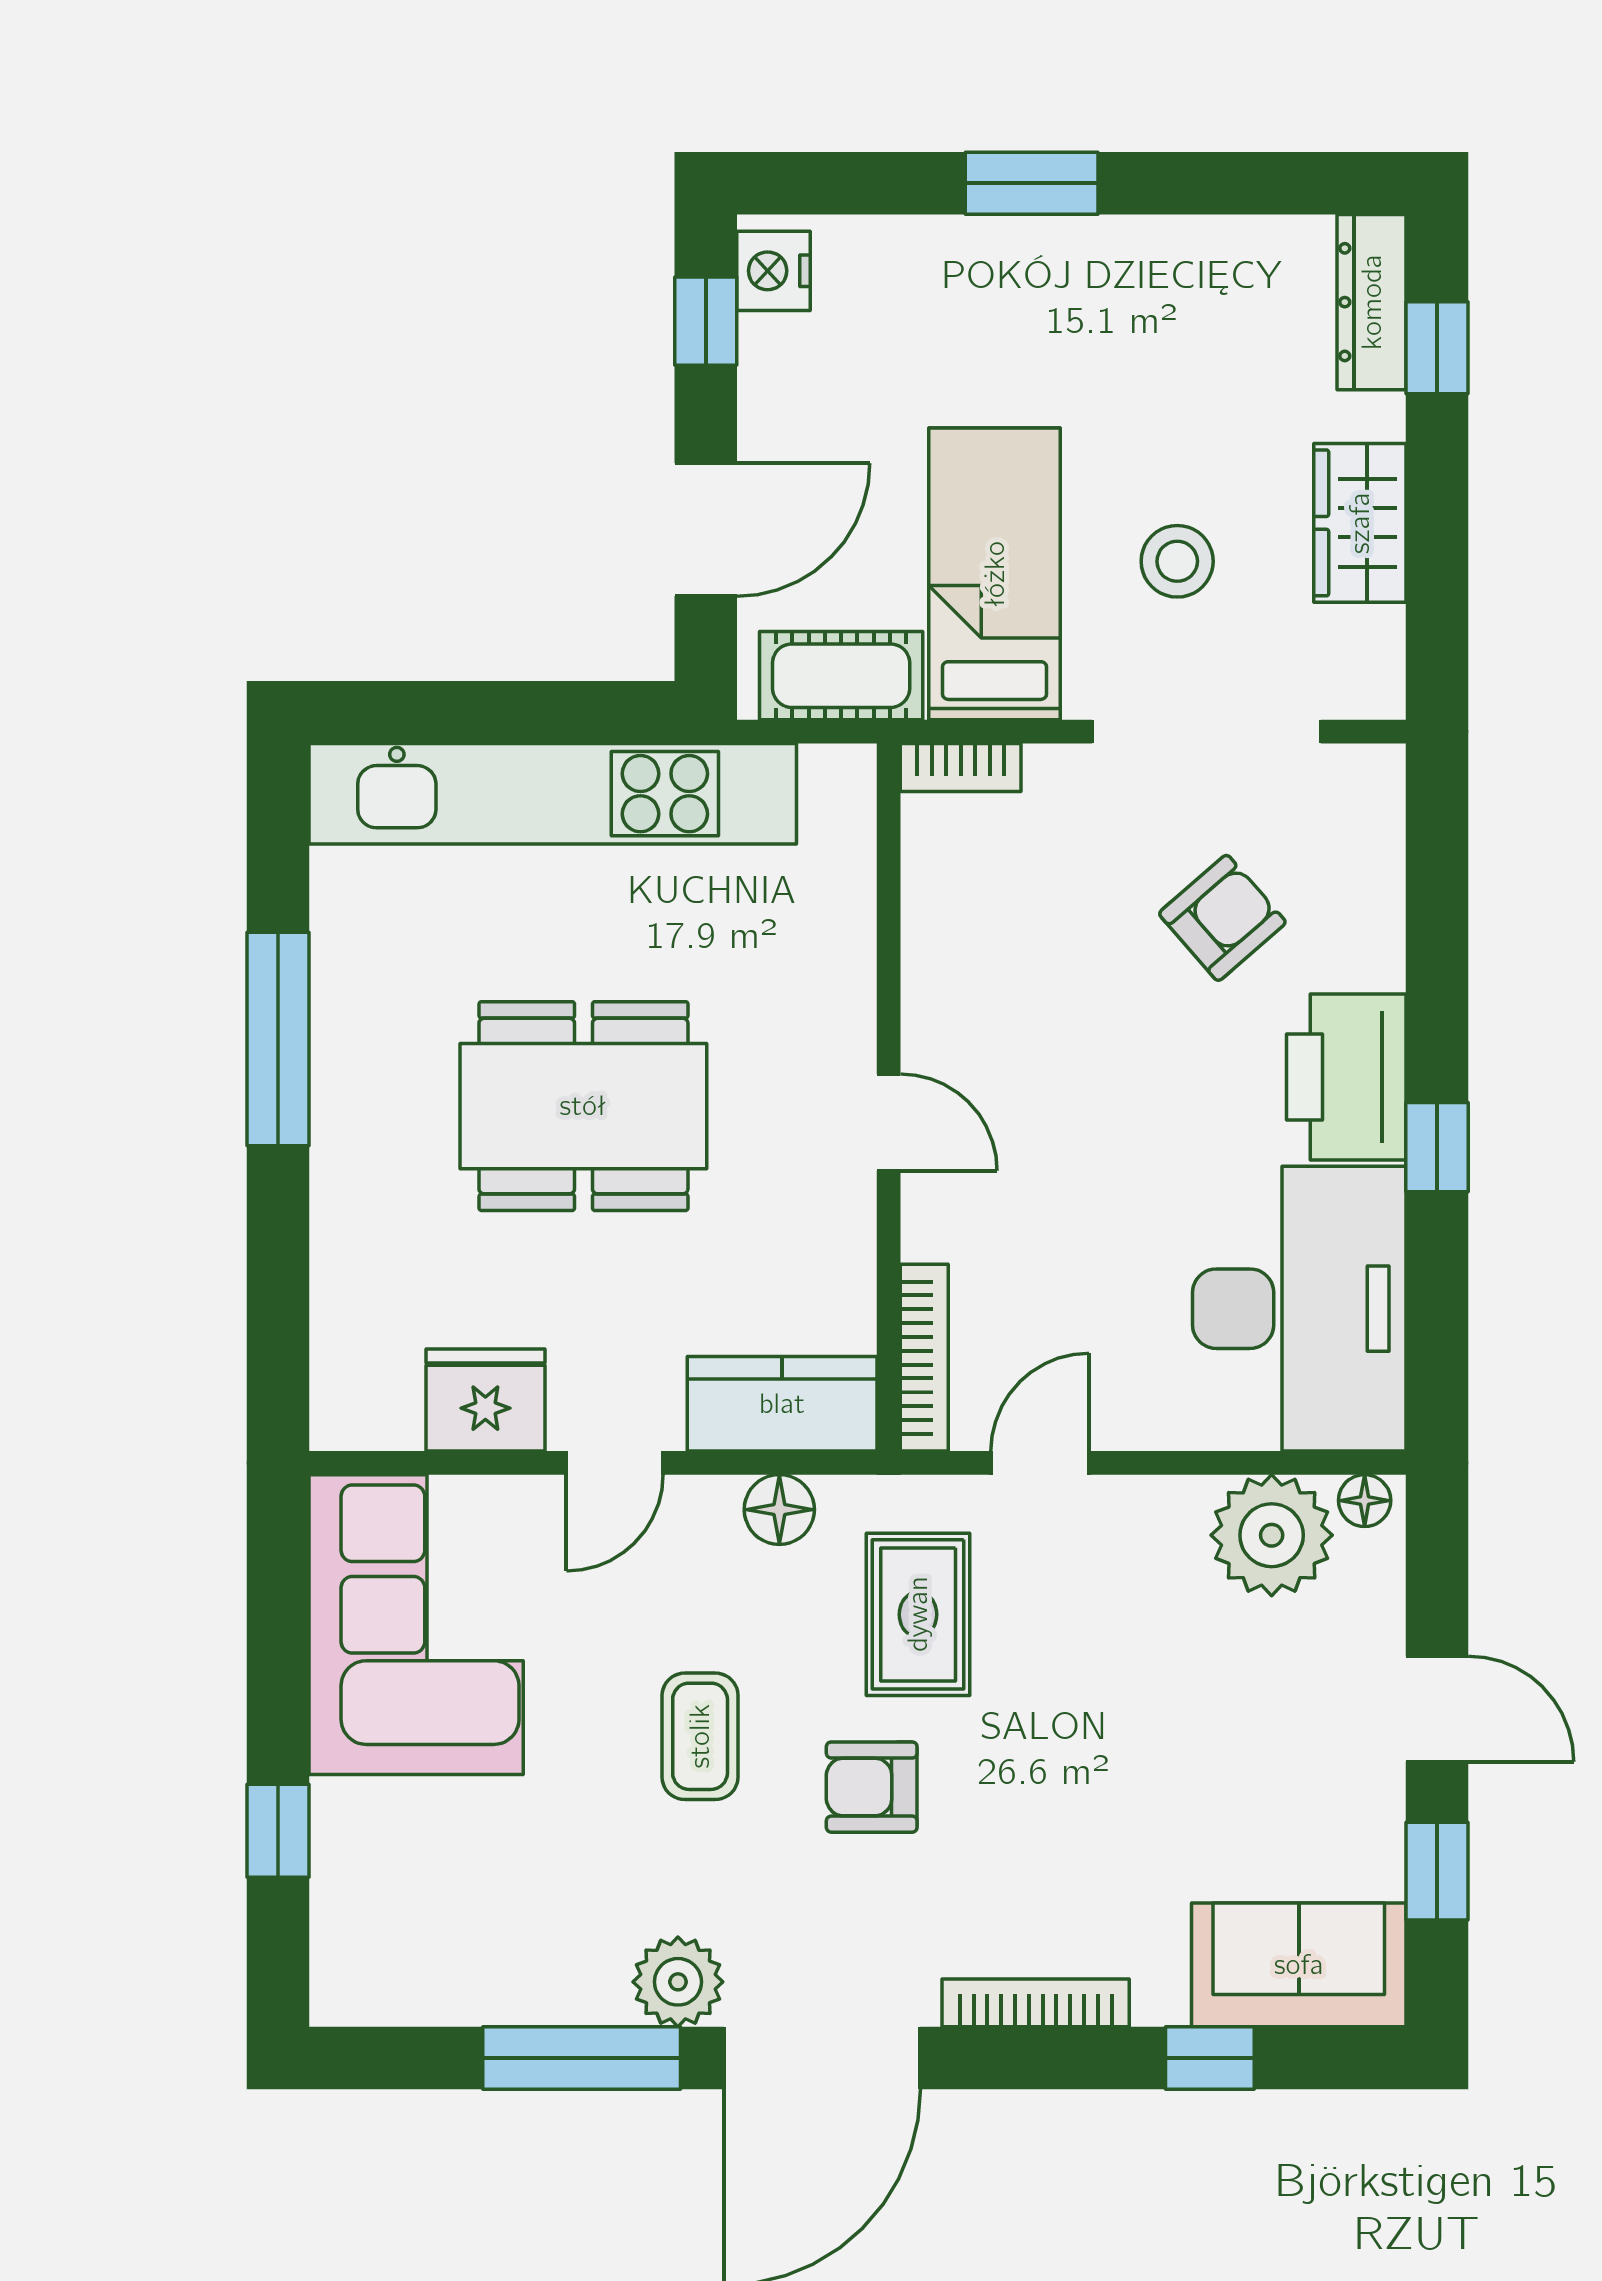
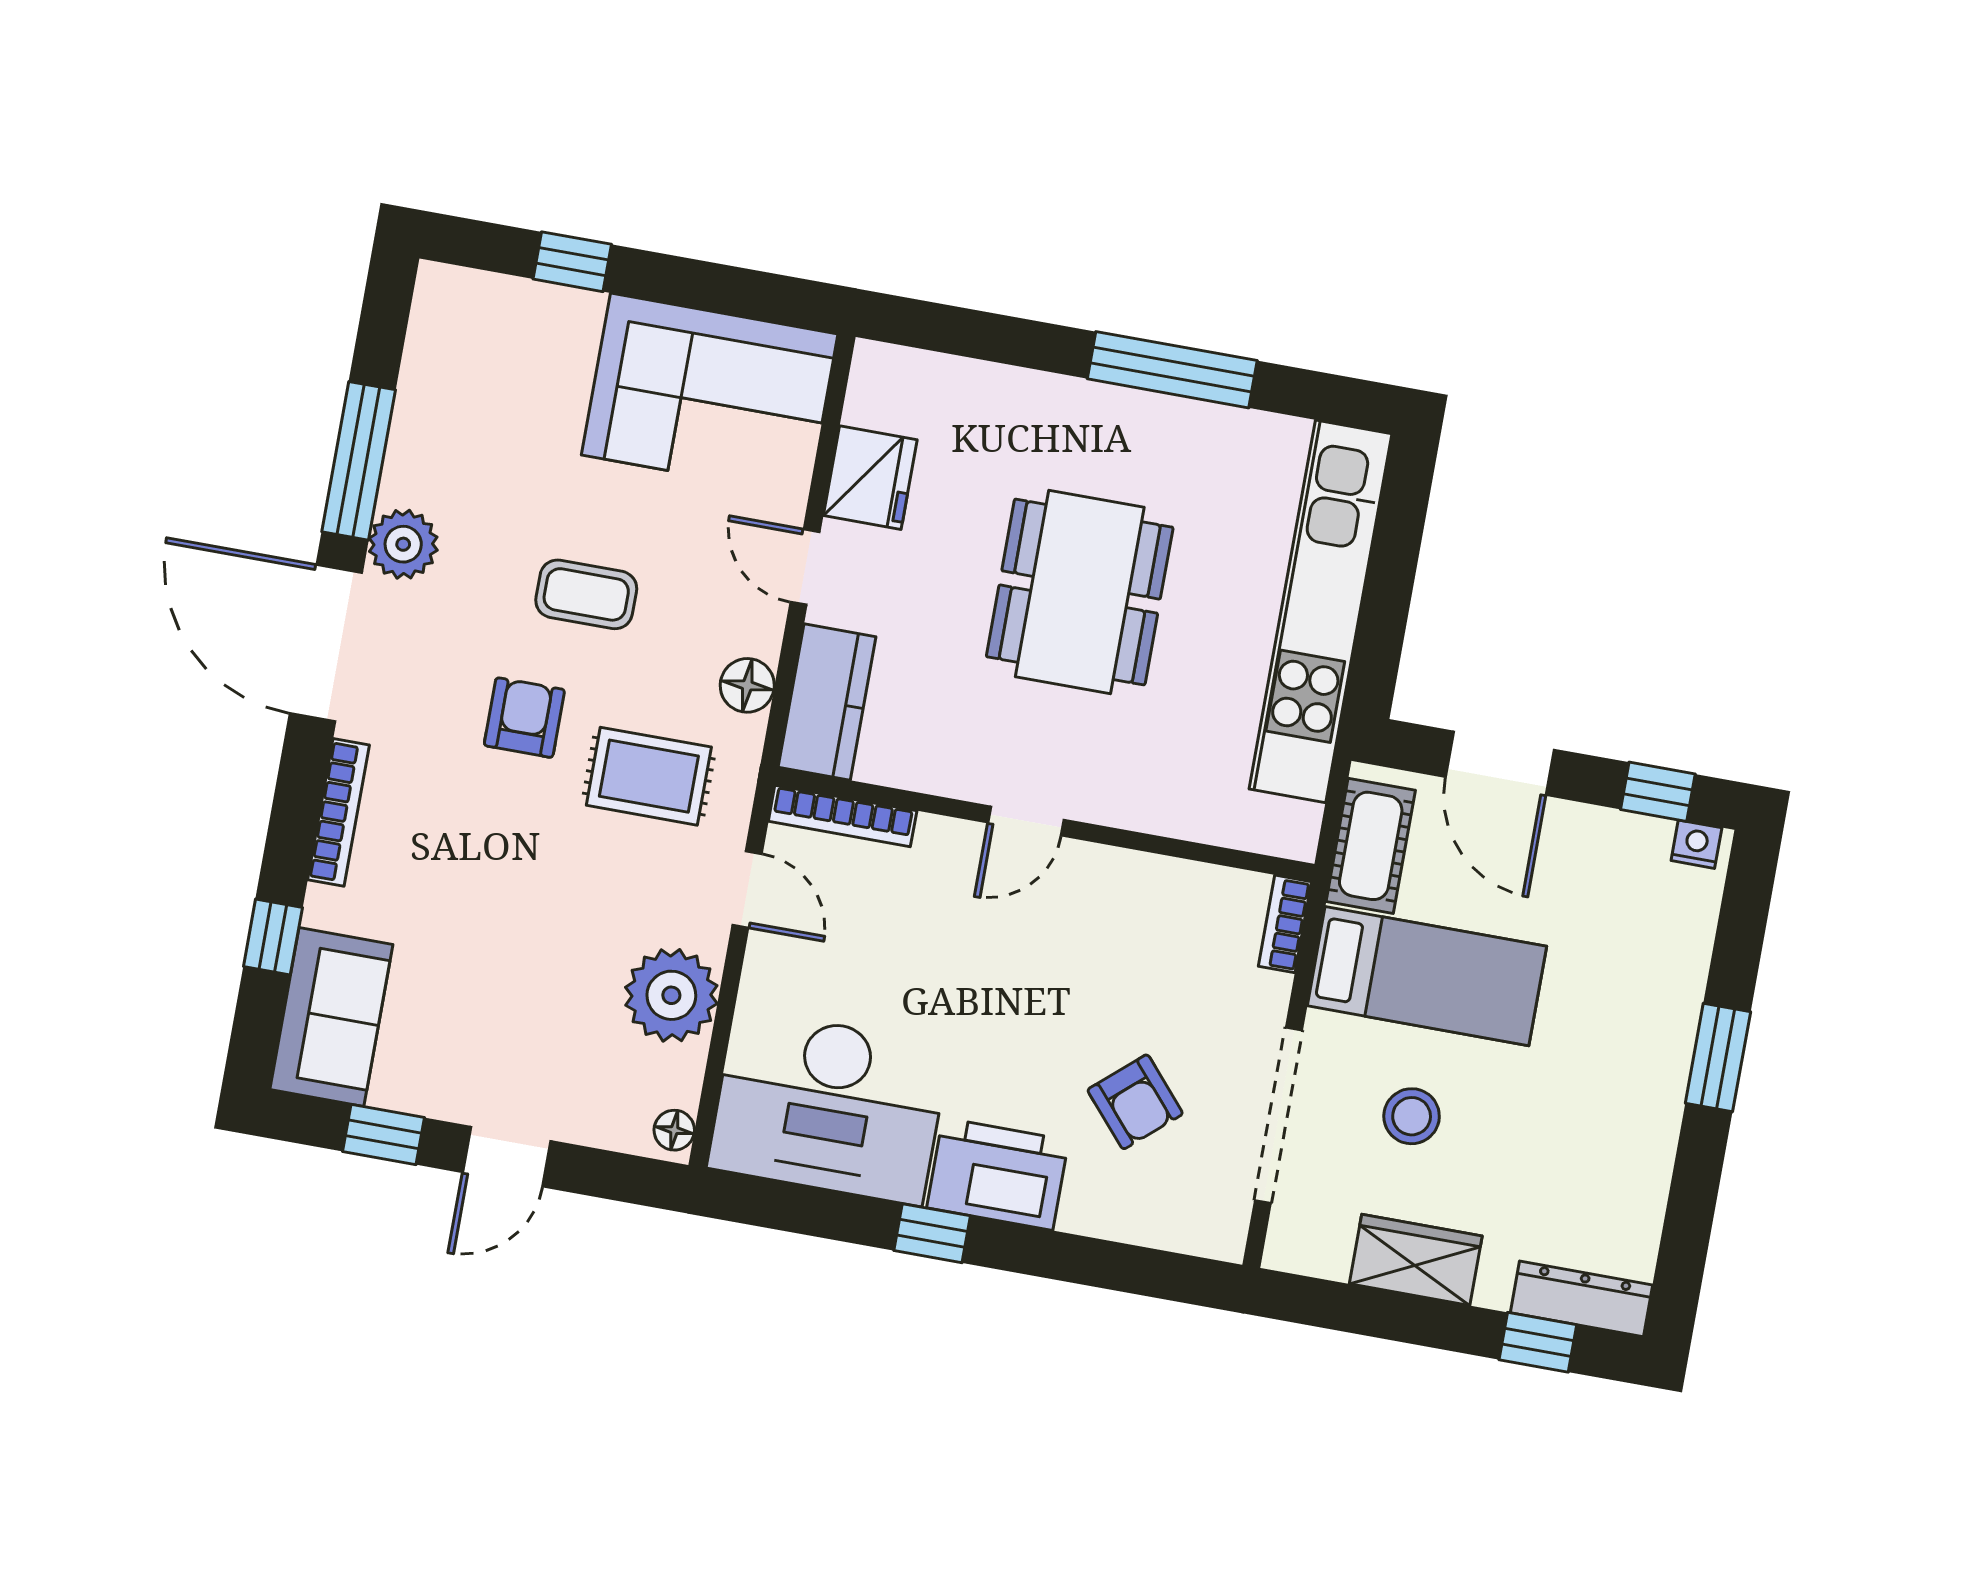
nightstand: (773, 271) -> (1696, 844), width x0.72, depth x0.74
plant: (1272, 1535) -> (671, 995), moved

